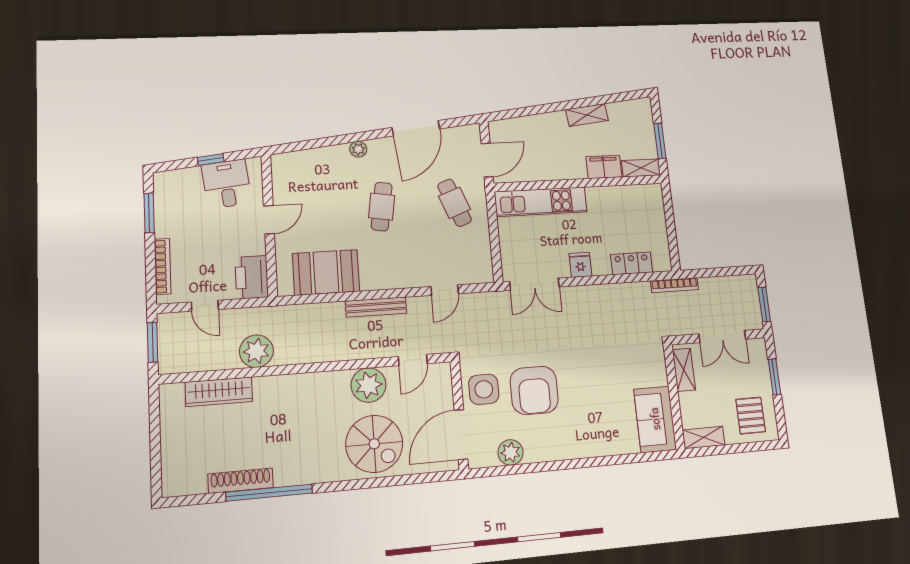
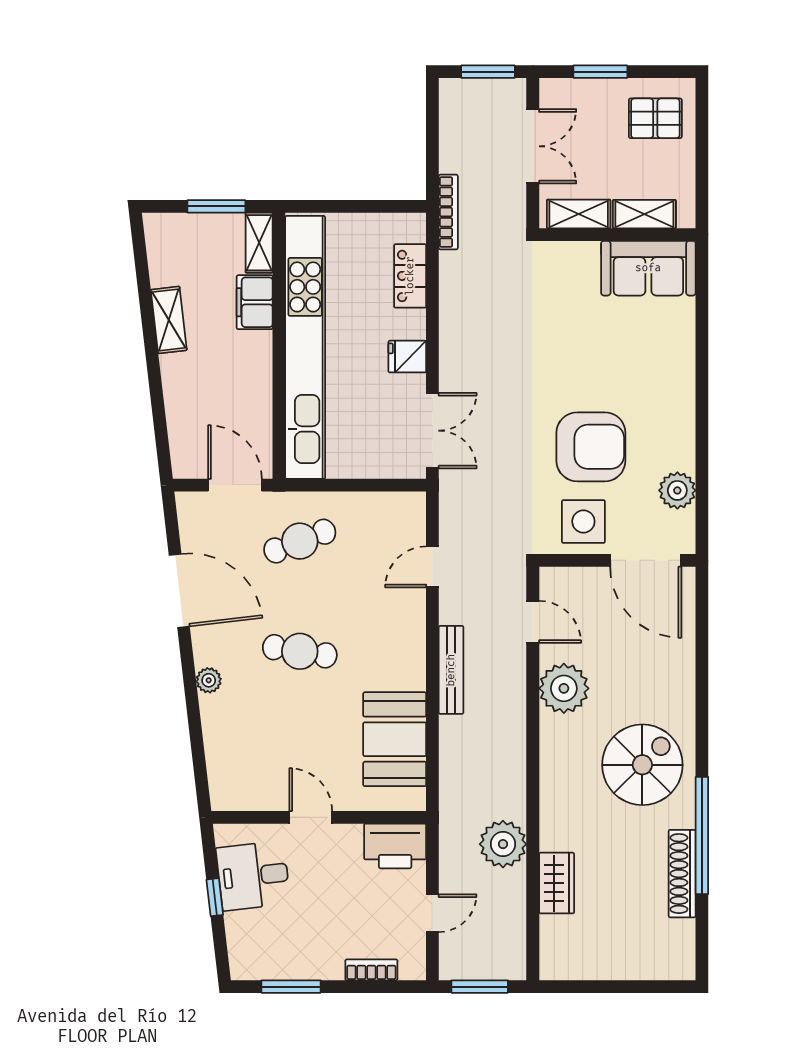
kitchen unit: (541, 202) -> (305, 347), width x1.86
bookcase: (163, 266) -> (371, 970), width x0.64
door: (445, 290) -> (432, 567), swing flipped
wardrobe: (219, 392) -> (557, 883), width x0.67
shelving: (704, 438) -> (644, 214), moved, turned 90
spiral stairs: (374, 444) -> (642, 765), moved

